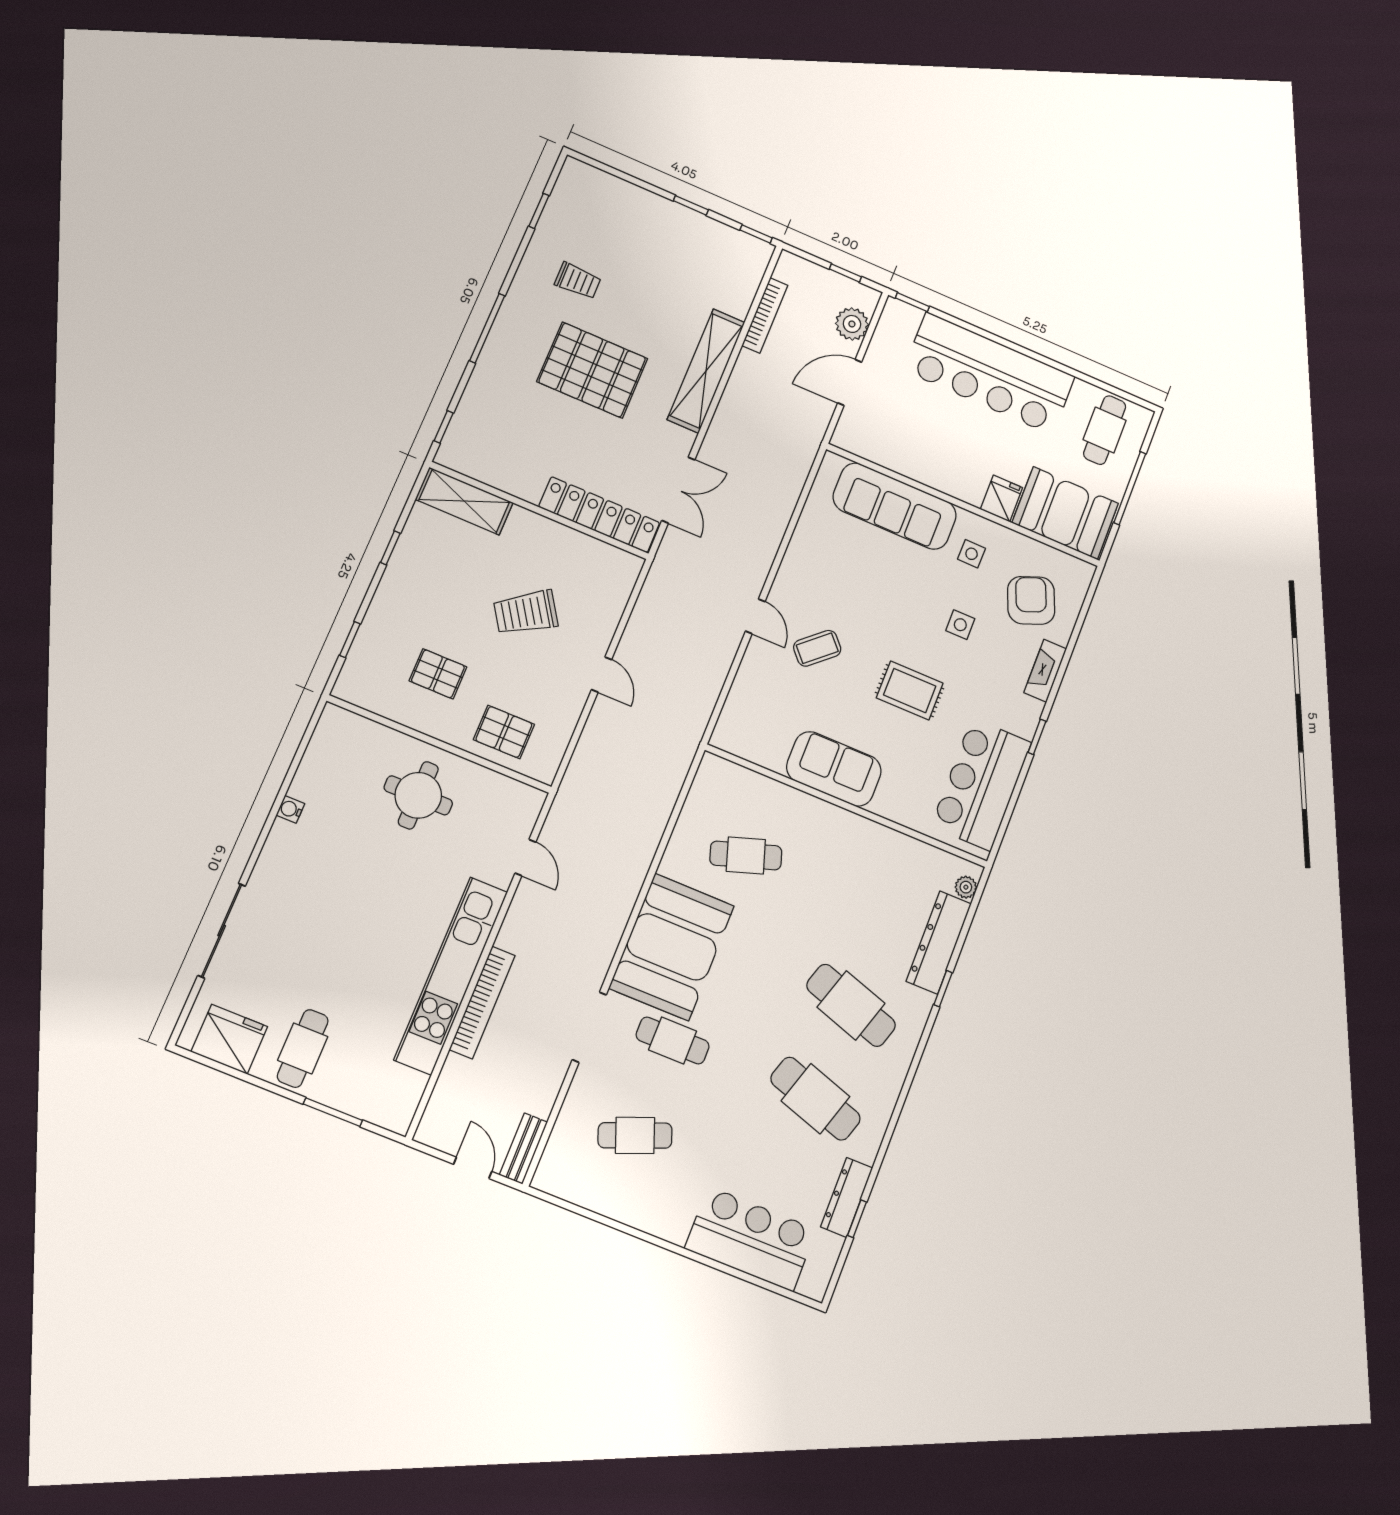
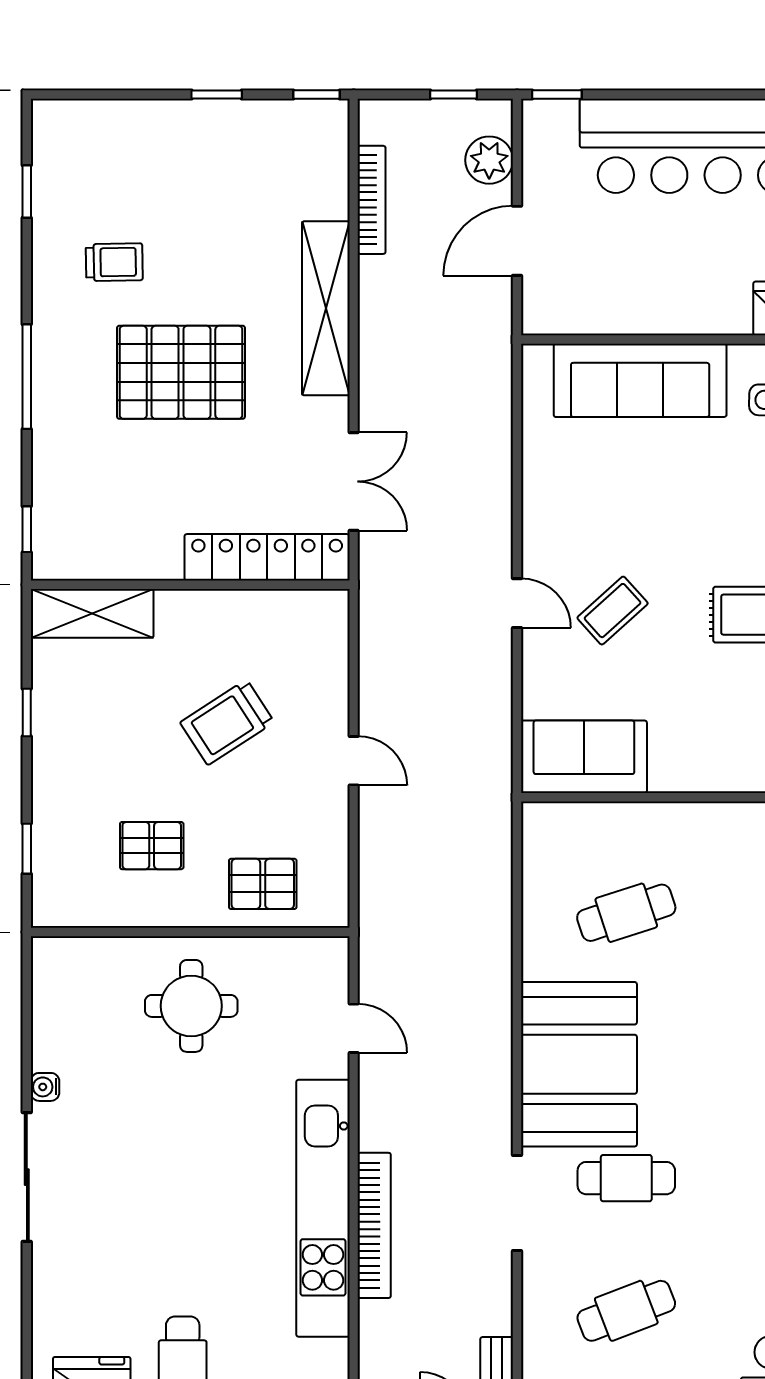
sofa: (834, 769) -> (584, 757), moved
sliding door: (222, 931) -> (27, 1177), moved

